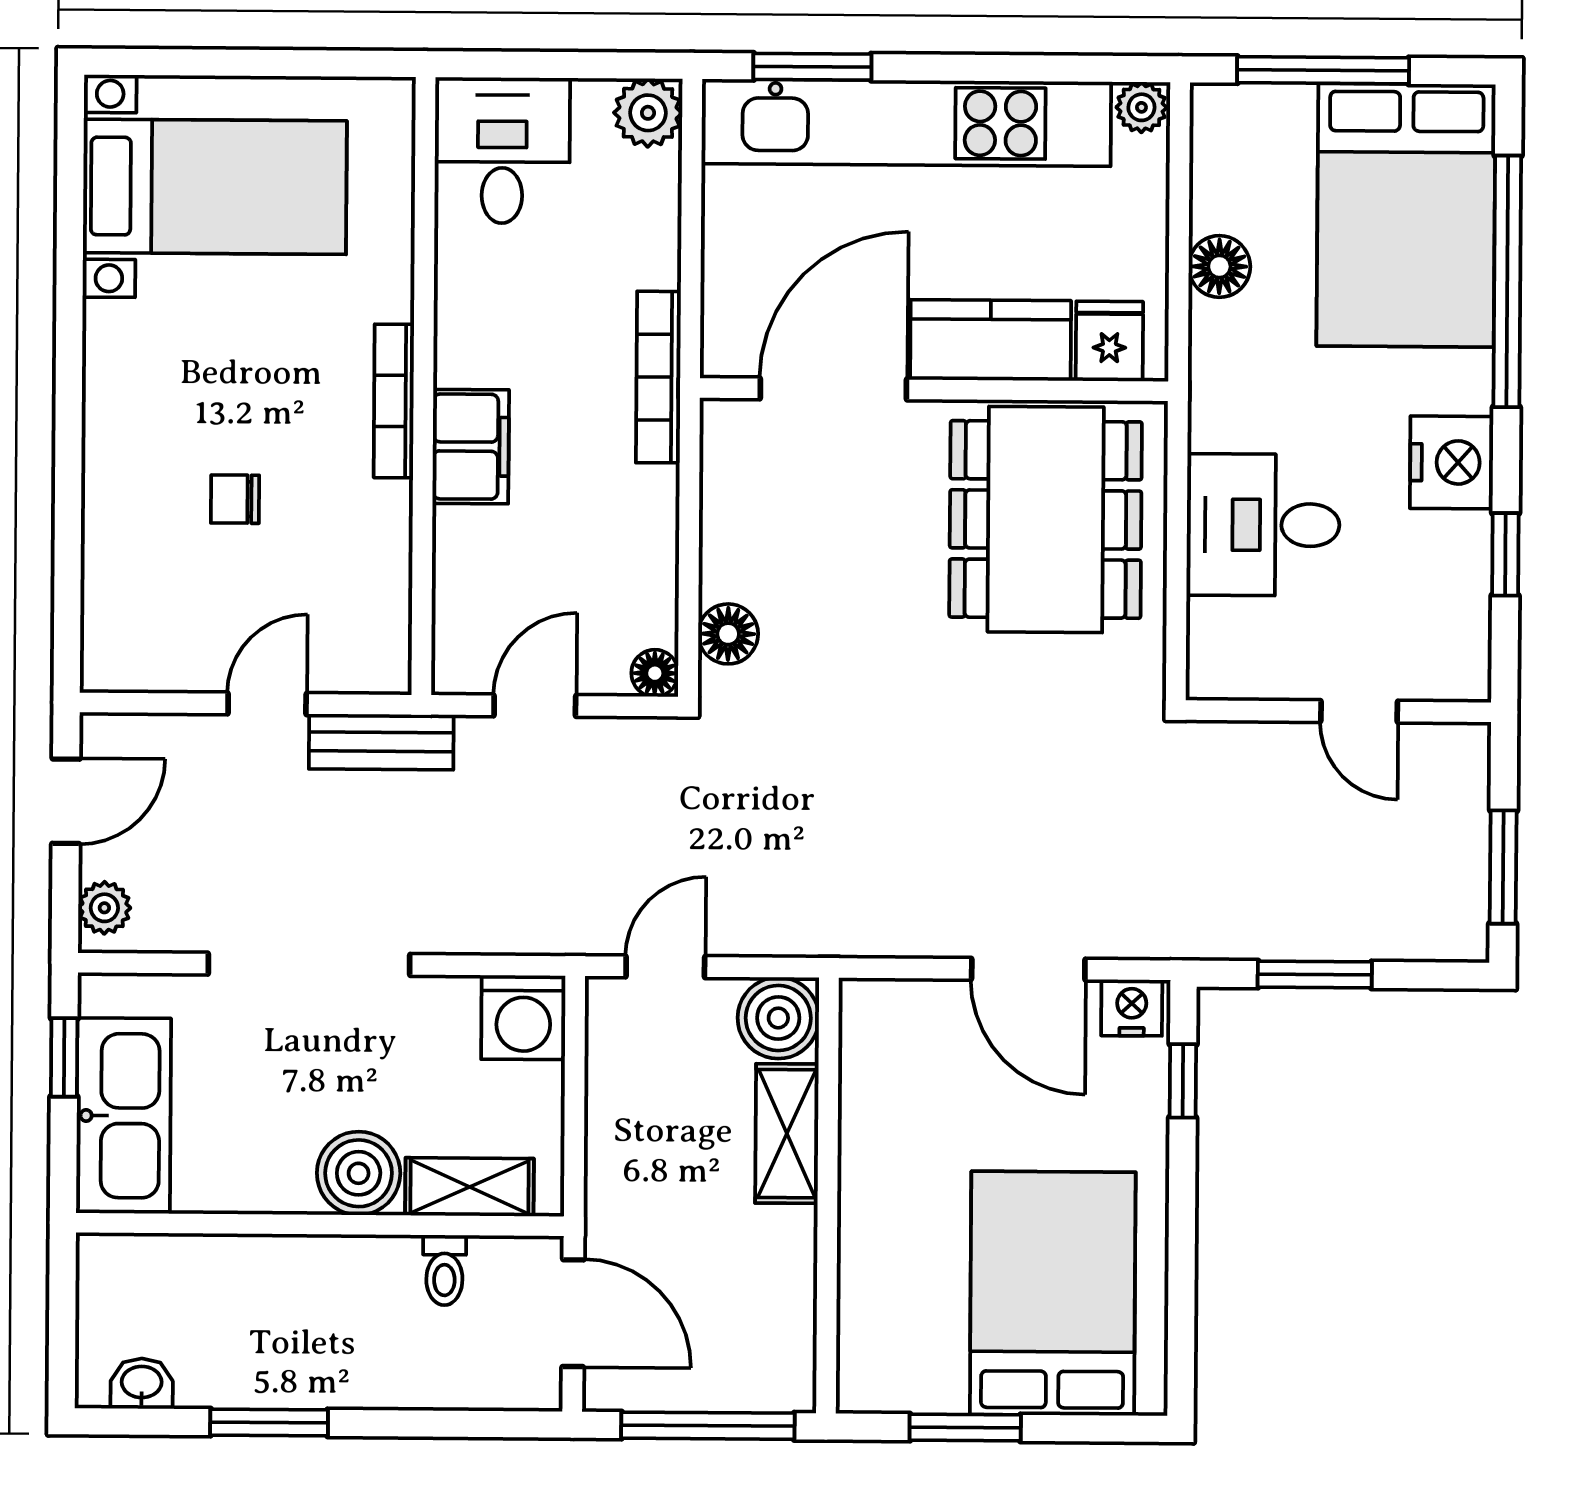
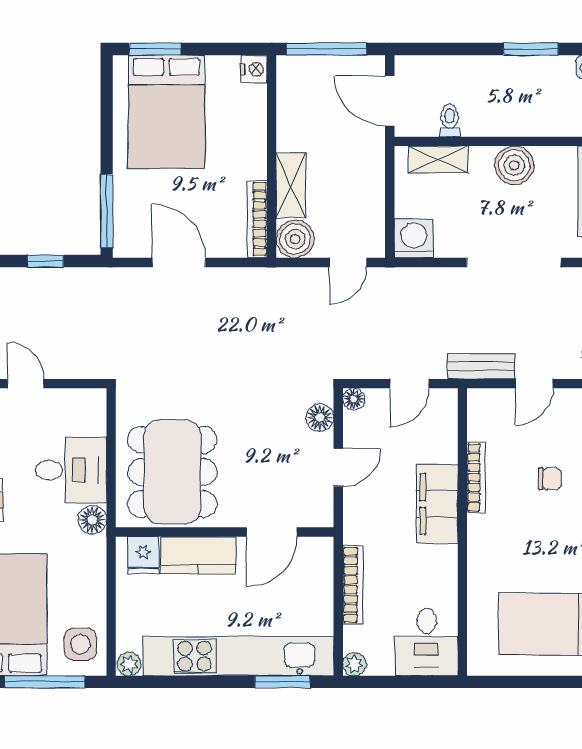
plant: (648, 113) -> (354, 664), width x0.73, depth x0.73
side table: (1246, 150) -> (80, 644), added
floor lamp: (1219, 266) -> (92, 520), moved
bookcase: (658, 377) -> (353, 585), moved
door: (833, 389) -> (272, 532), width x0.73
bookcase: (394, 401) -> (476, 477), moved
filing cabinet: (471, 447) -> (437, 504), width x1.50, depth x1.17
door: (689, 527) -> (338, 467), added
window: (1315, 974) -> (46, 261), width x0.67
nightstand: (1132, 1008) -> (254, 69), moved, turned -90
bookcase: (860, 1061) -> (257, 219), added
window: (1183, 1081) -> (107, 211), width x2.17
boiler: (359, 1173) -> (514, 165), moved
window: (965, 1427) -> (155, 49), moved

